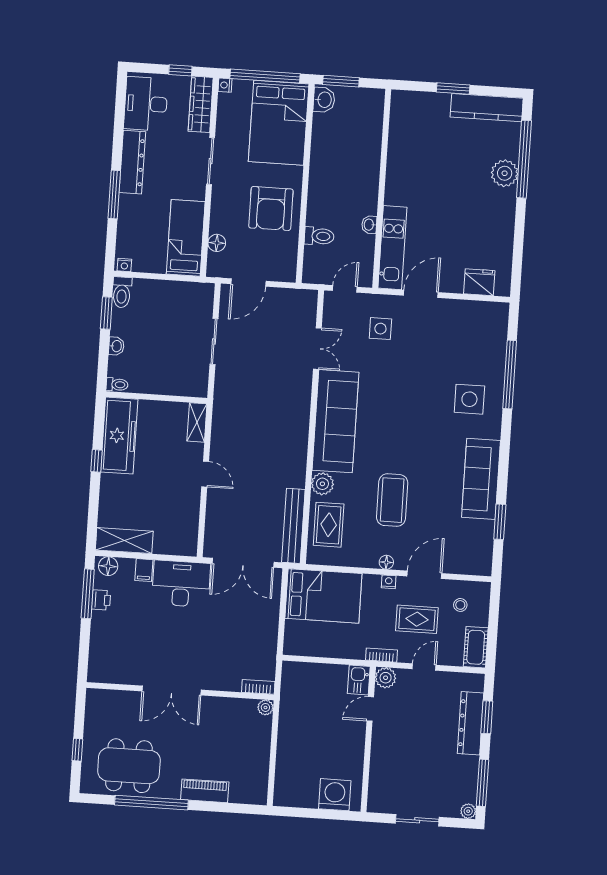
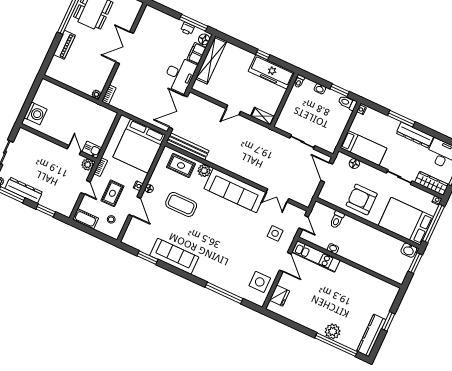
side table: (469, 399) -> (260, 282), moved
shelving: (124, 541) -> (211, 60), width x1.47
filing cabinet: (144, 570) -> (197, 53), width x2.00
bed: (323, 596) -> (139, 146), width x1.36
dresser: (471, 723) -> (24, 190), moved

